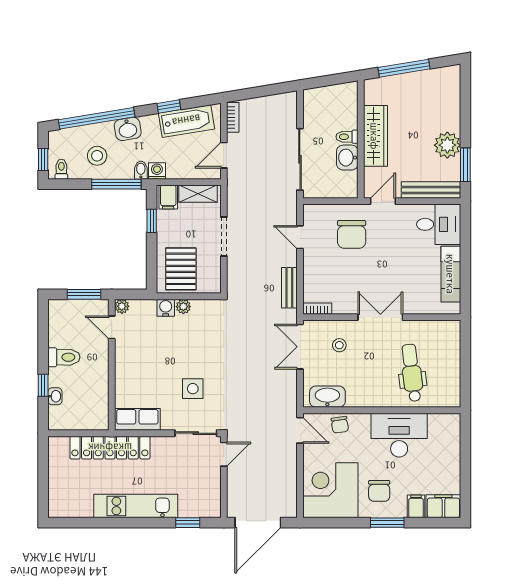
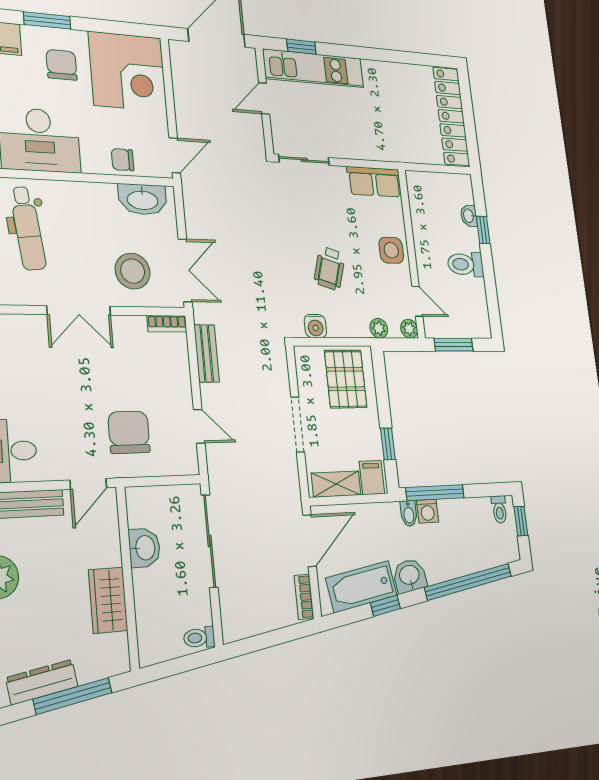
dresser: (423, 79) -> (42, 682), added
washbasin: (128, 129) -> (410, 576), moved
wardrobe: (375, 136) -> (108, 600), width x0.67
toilet: (347, 137) -> (199, 638), moved, turned 180
door: (224, 155) -> (310, 541), width x1.38
stool: (97, 156) -> (462, 530), removed
washing machine: (157, 171) -> (427, 511), moved
plant: (183, 307) -> (379, 328), moved
water cooler: (166, 308) -> (315, 326), moved
stool: (339, 345) -> (133, 271), width x1.89, depth x1.89
wheelchair: (184, 351) -> (330, 268), added
side table: (193, 389) -> (391, 250), moved
chair: (340, 425) -> (123, 160), turned -82
door: (300, 430) -> (175, 155), swing flipped
locker: (110, 448) -> (451, 116), moved, turned -90
door: (224, 454) -> (264, 98), moved
kitchen unit: (136, 506) -> (314, 68), moved

